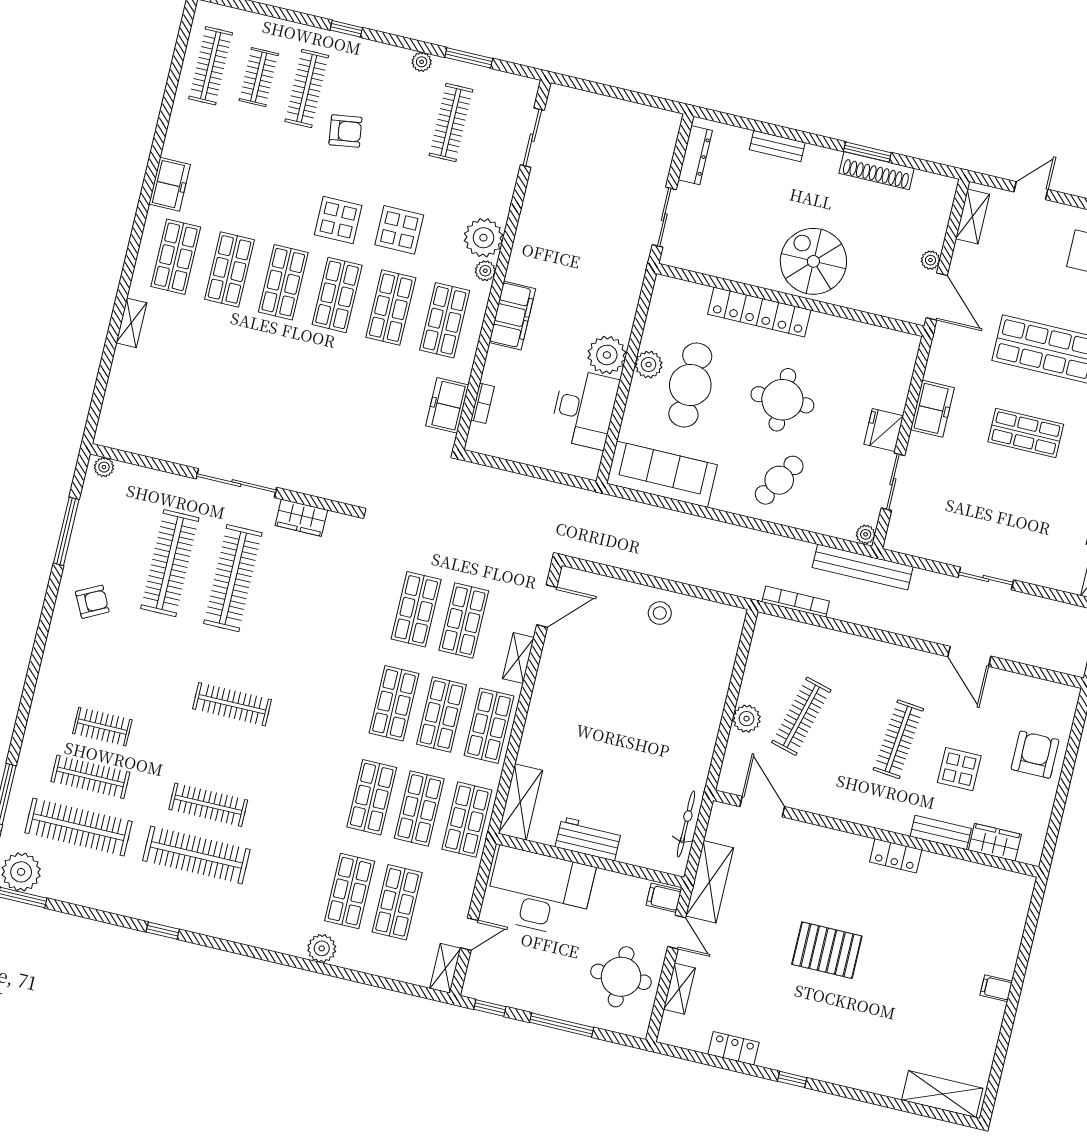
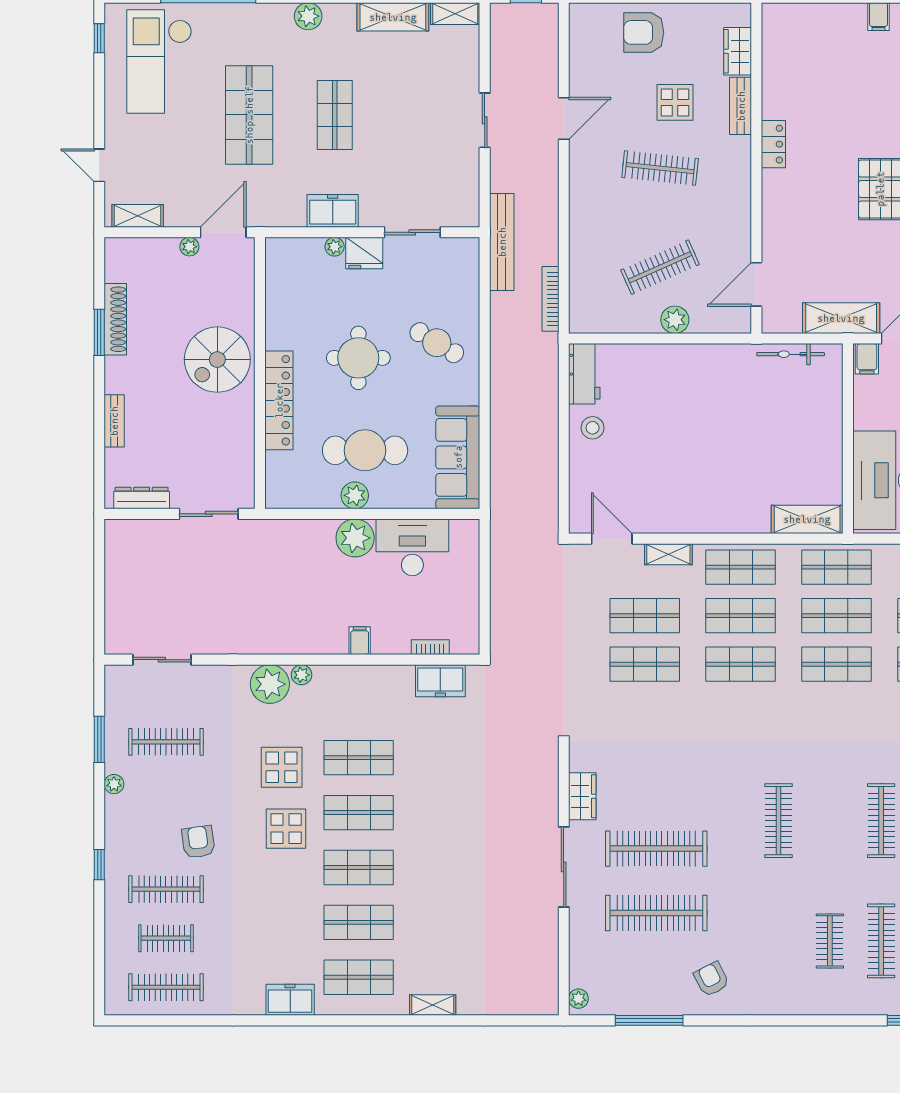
filing cabinet: (512, 316) -> (360, 641), width x0.33, depth x0.86
shop shelf: (445, 320) -> (359, 703), removed
plant: (866, 534) -> (335, 247), moved
clothes rail: (801, 716) -> (660, 267), turned -39
workbench: (588, 839) -> (584, 374), moved, turned 180

